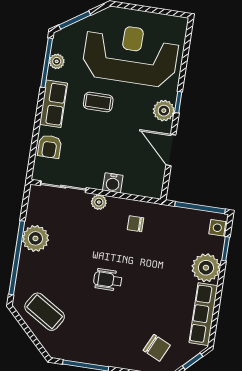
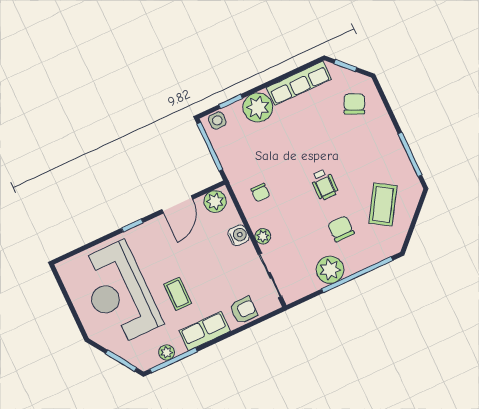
plant: (164, 111) -> (215, 201), moved
chair: (63, 269) -> (341, 229), added
coffee table: (45, 312) -> (383, 204), moved

